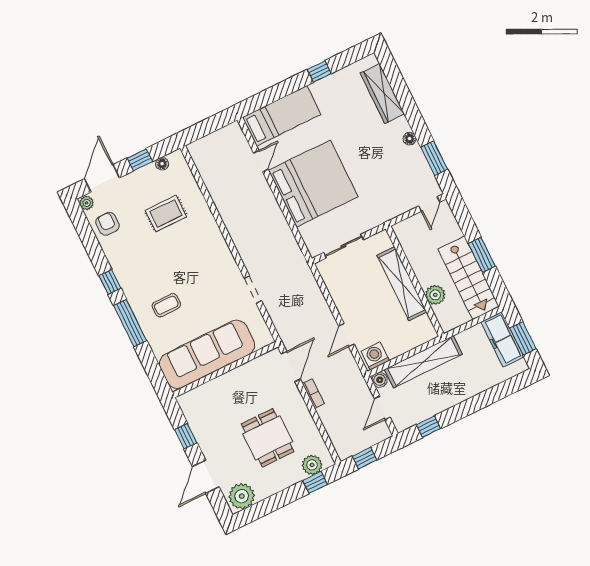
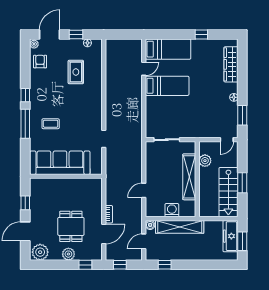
bed: (313, 184) -> (167, 86), width x0.49
rug: (166, 214) -> (76, 72), turned 90
plant: (435, 295) -> (205, 161), moved
washing machine: (375, 356) -> (172, 210), moved
door: (291, 367) -> (104, 234), moved
plant: (312, 465) -> (68, 254), moved

